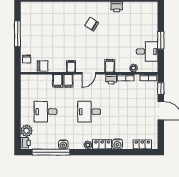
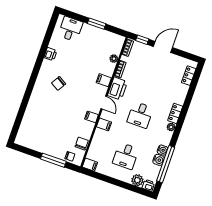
window: (17, 34) -> (53, 160), moved
desk: (147, 51) -> (71, 29), moved
printer: (111, 79) -> (117, 89), width x1.87, depth x1.48
filing cabinet: (58, 81) -> (90, 165), moved
water cooler: (117, 144) -> (159, 160), moved

